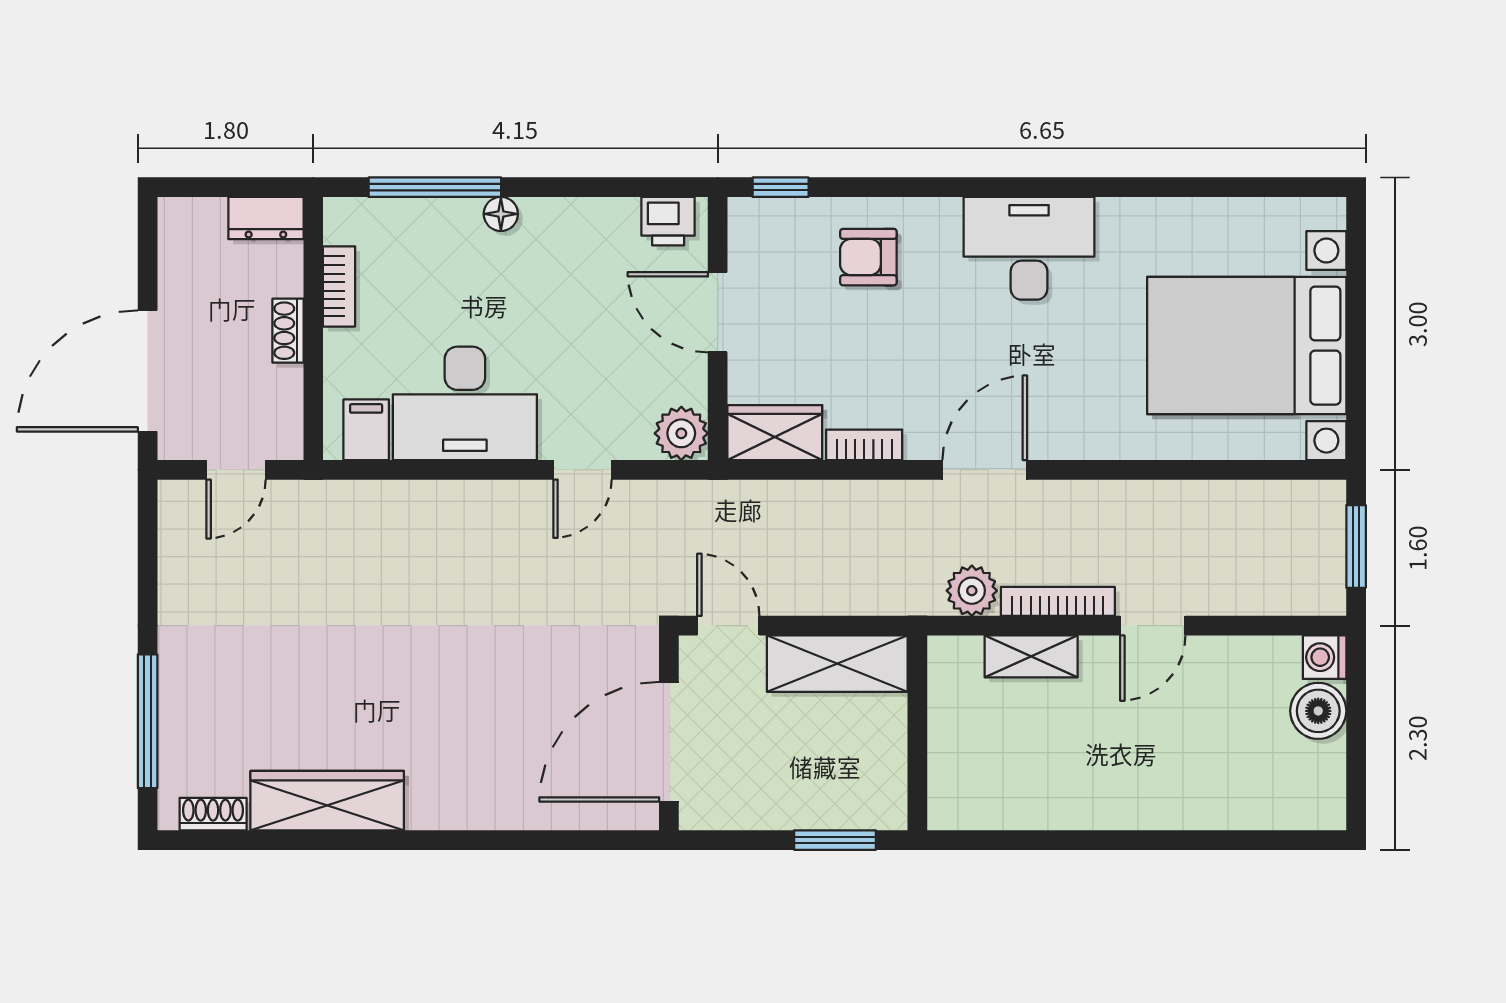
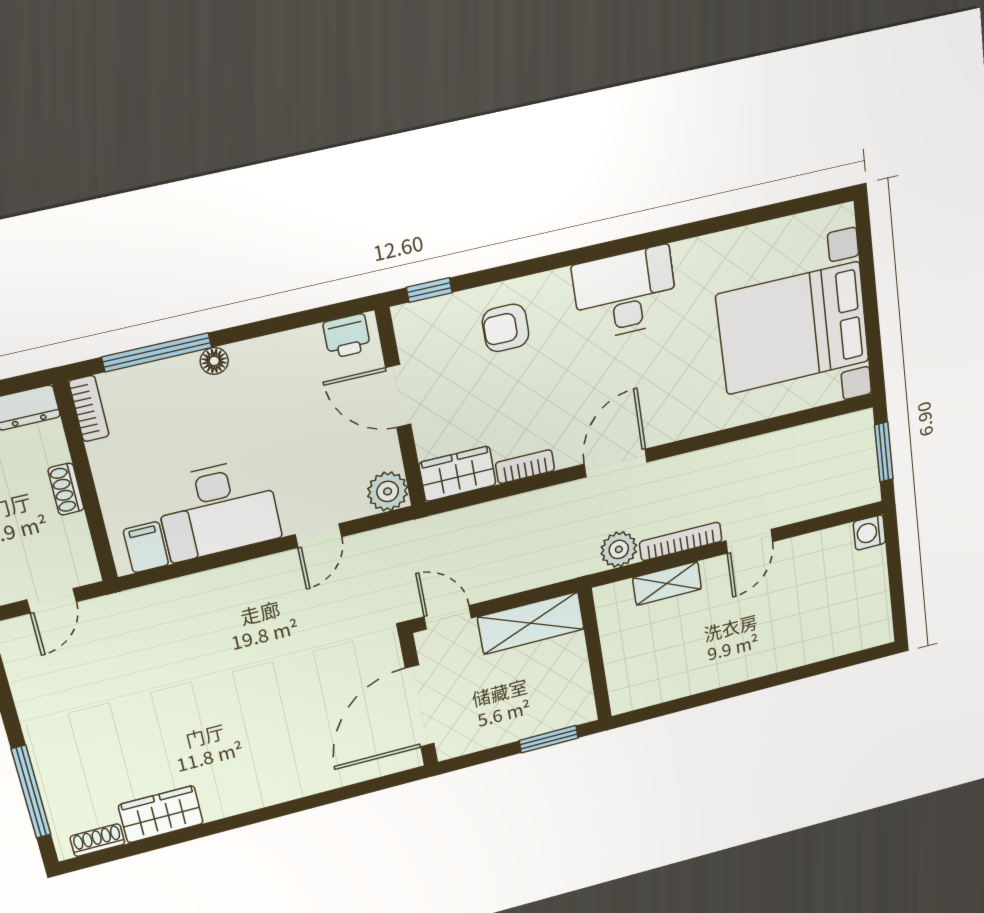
bookcase: (339, 286) -> (89, 409), moved
boiler: (1318, 711) -> (869, 569), removed
wardrobe: (327, 801) -> (161, 814), width x0.67

